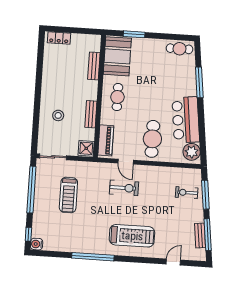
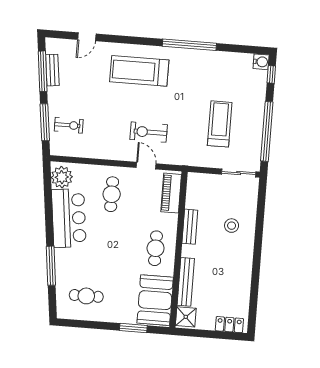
cafe table: (180, 49) -> (86, 296), moved
bench: (94, 66) -> (186, 282), width x1.36
cafe table: (152, 139) -> (112, 194), width x0.73, depth x0.74
shower: (86, 148) -> (186, 317), moved

